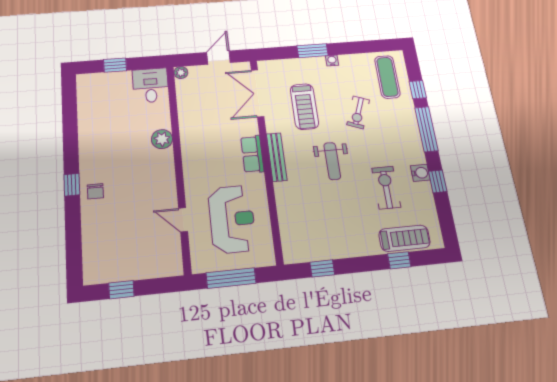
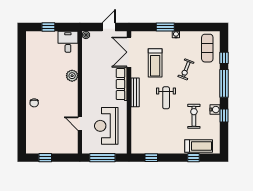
row of seats: (252, 154) -> (122, 84), width x1.48
window: (72, 185) -> (22, 98), removed
reception desk: (232, 219) -> (106, 126), turned 180

